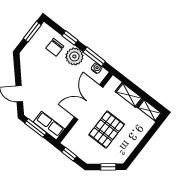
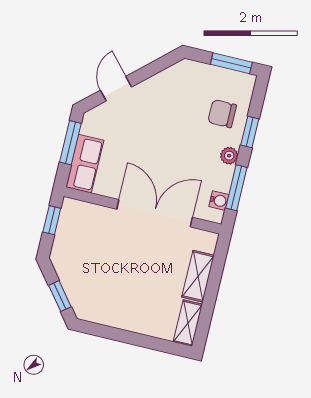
plant: (74, 56) -> (229, 156), width x0.53, depth x0.53
pallet: (107, 130) -> (122, 265), removed

